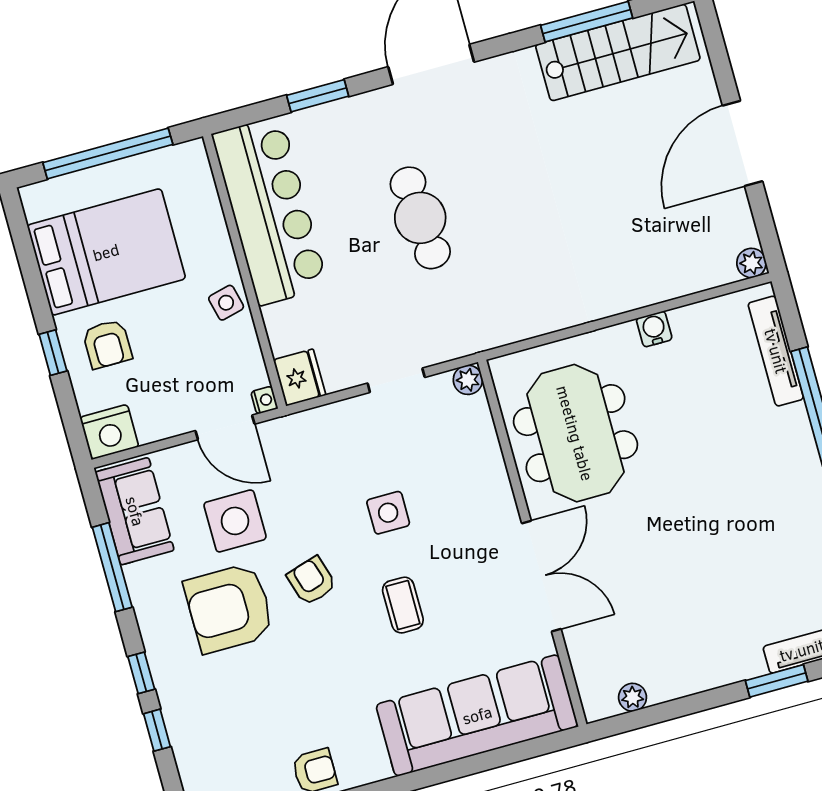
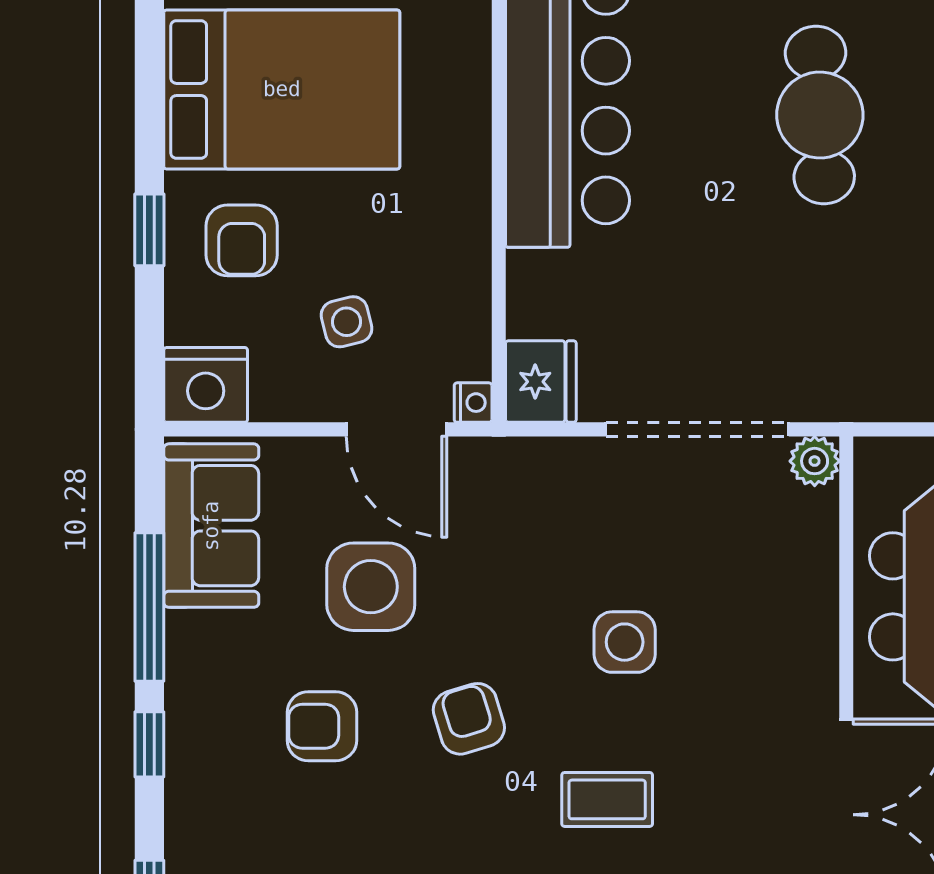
cafe table: (420, 218) -> (820, 115), moved
side table: (226, 303) -> (346, 322), moved
doorway: (396, 380) -> (697, 429), width x1.88
coffee table: (403, 605) -> (607, 799), turned 90
armchair: (229, 608) -> (322, 726), width x0.53, depth x0.53
window: (141, 673) -> (149, 744), moved

